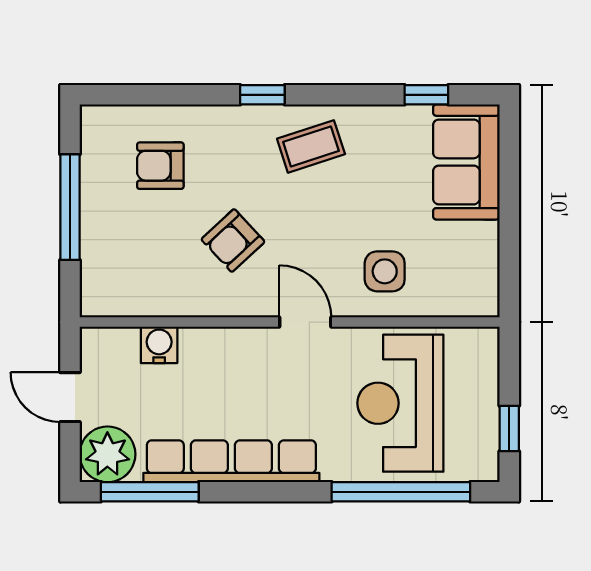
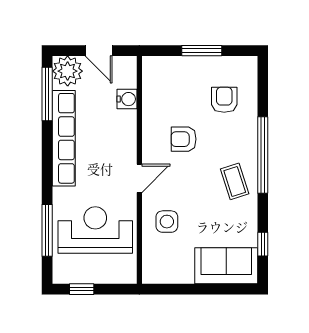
window: (262, 95) -> (263, 155), width x3.17
window: (70, 207) -> (202, 51), width x0.69
armchair: (233, 240) -> (184, 139), turned -47
door: (70, 397) -> (99, 51), swing flipped
window: (401, 492) -> (47, 230), width x0.68

